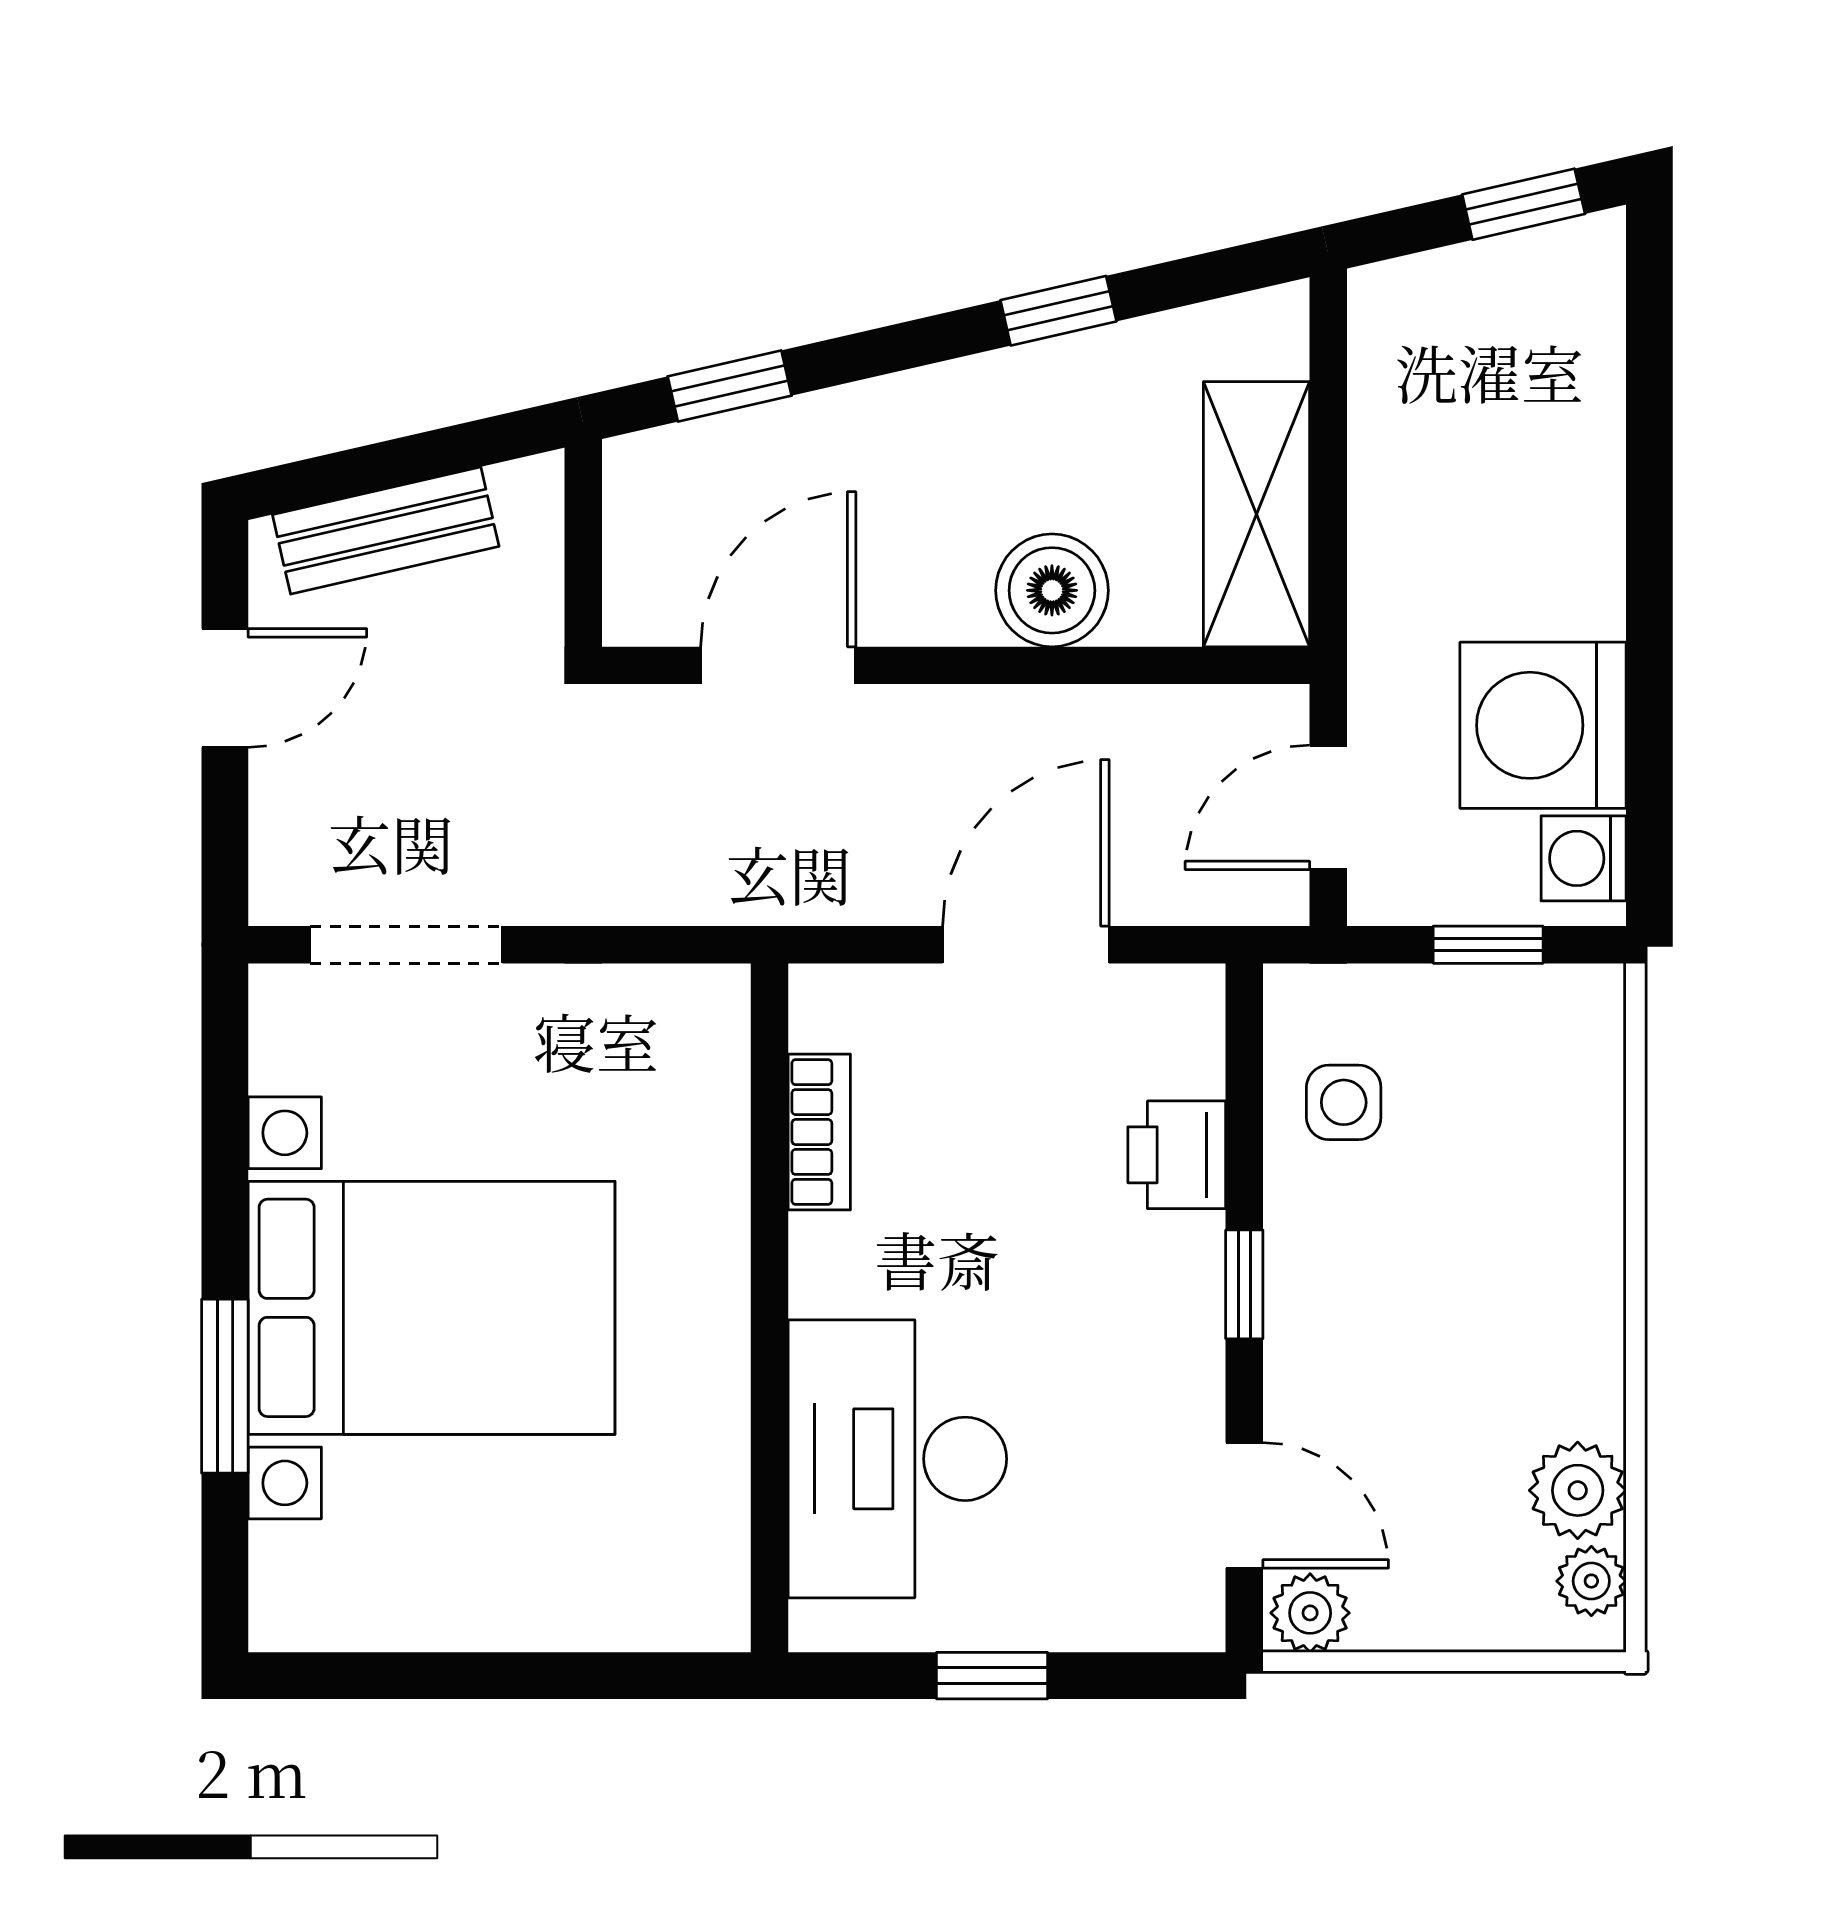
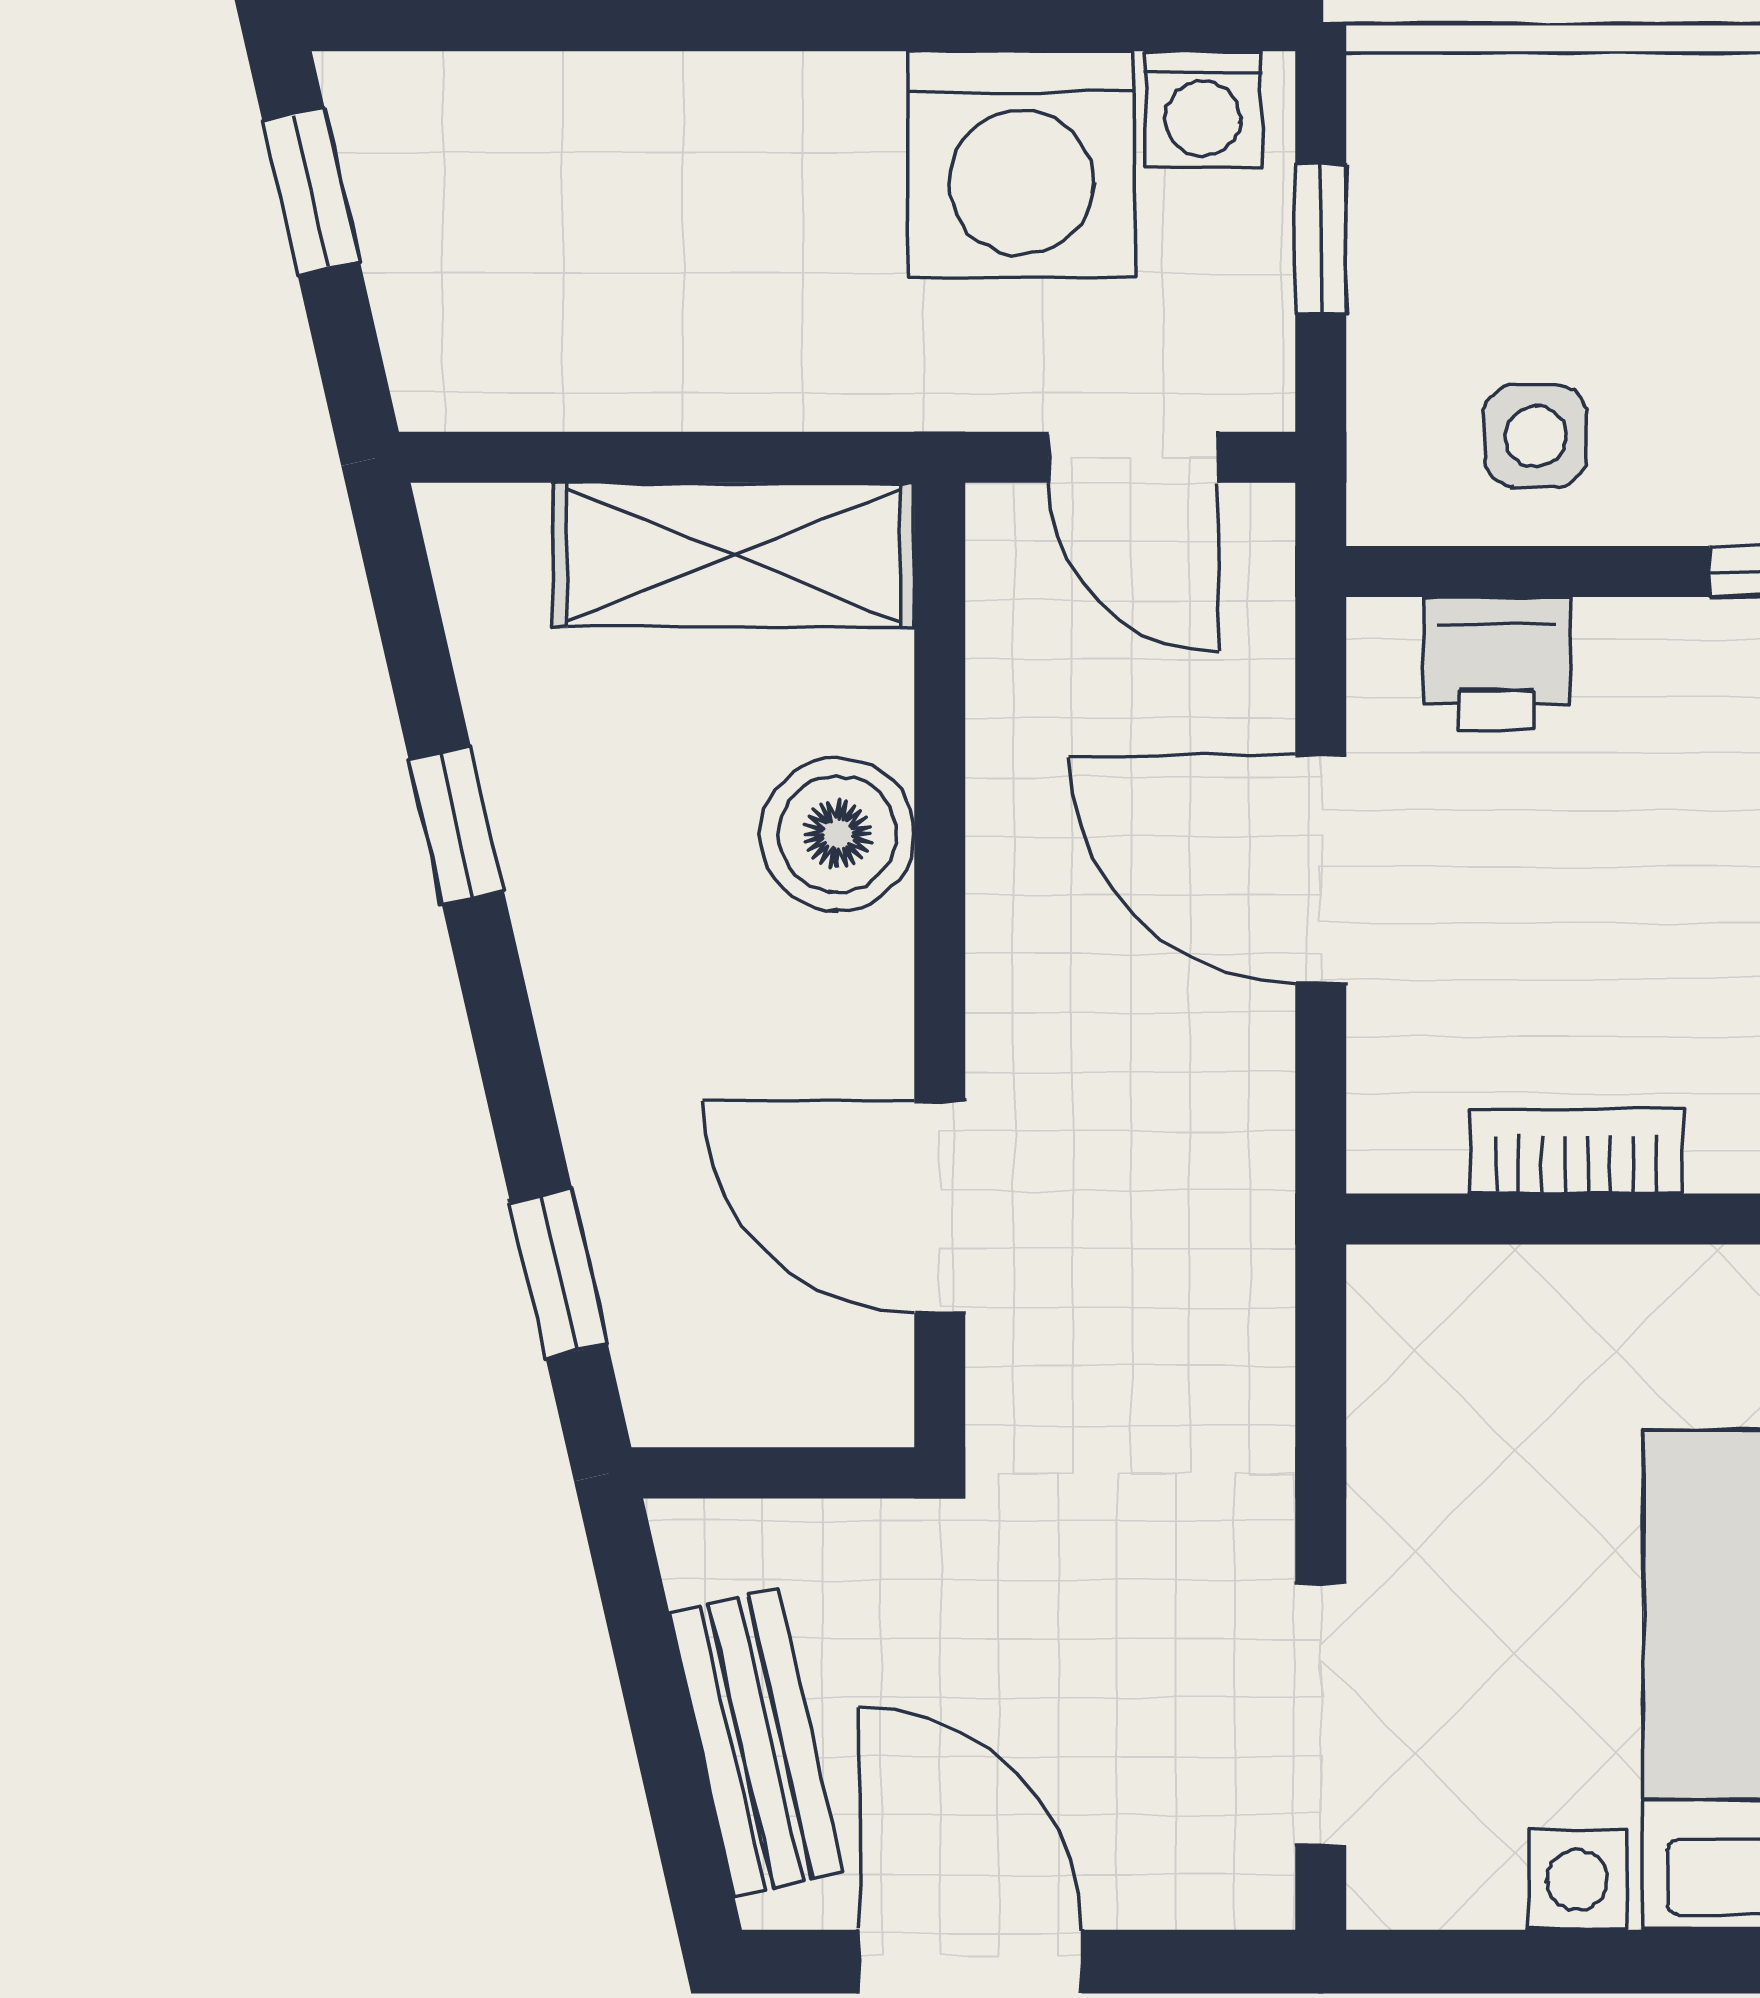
door: (225, 688) -> (971, 1962), width x1.38
printer: (1177, 1155) -> (1497, 664), moved

